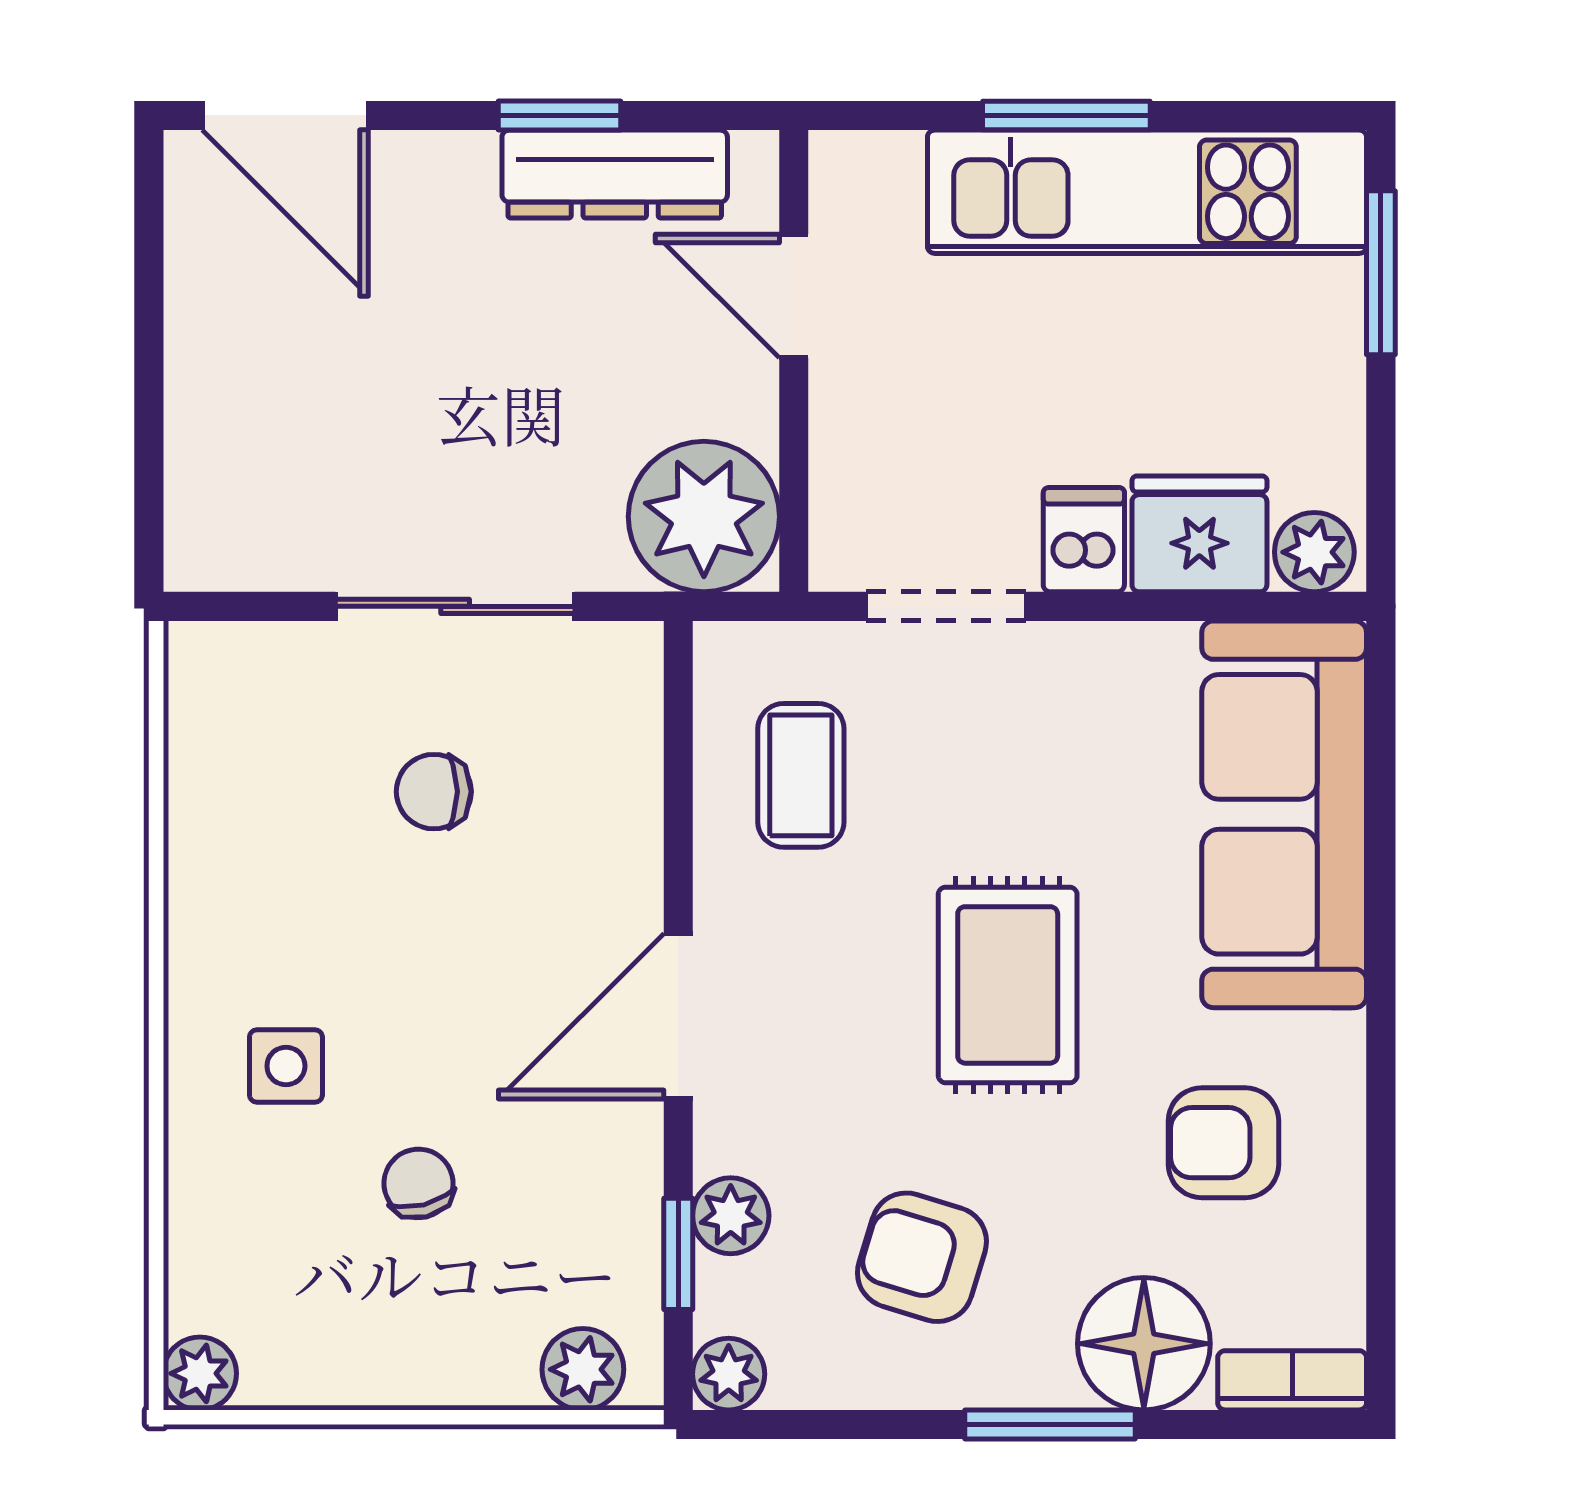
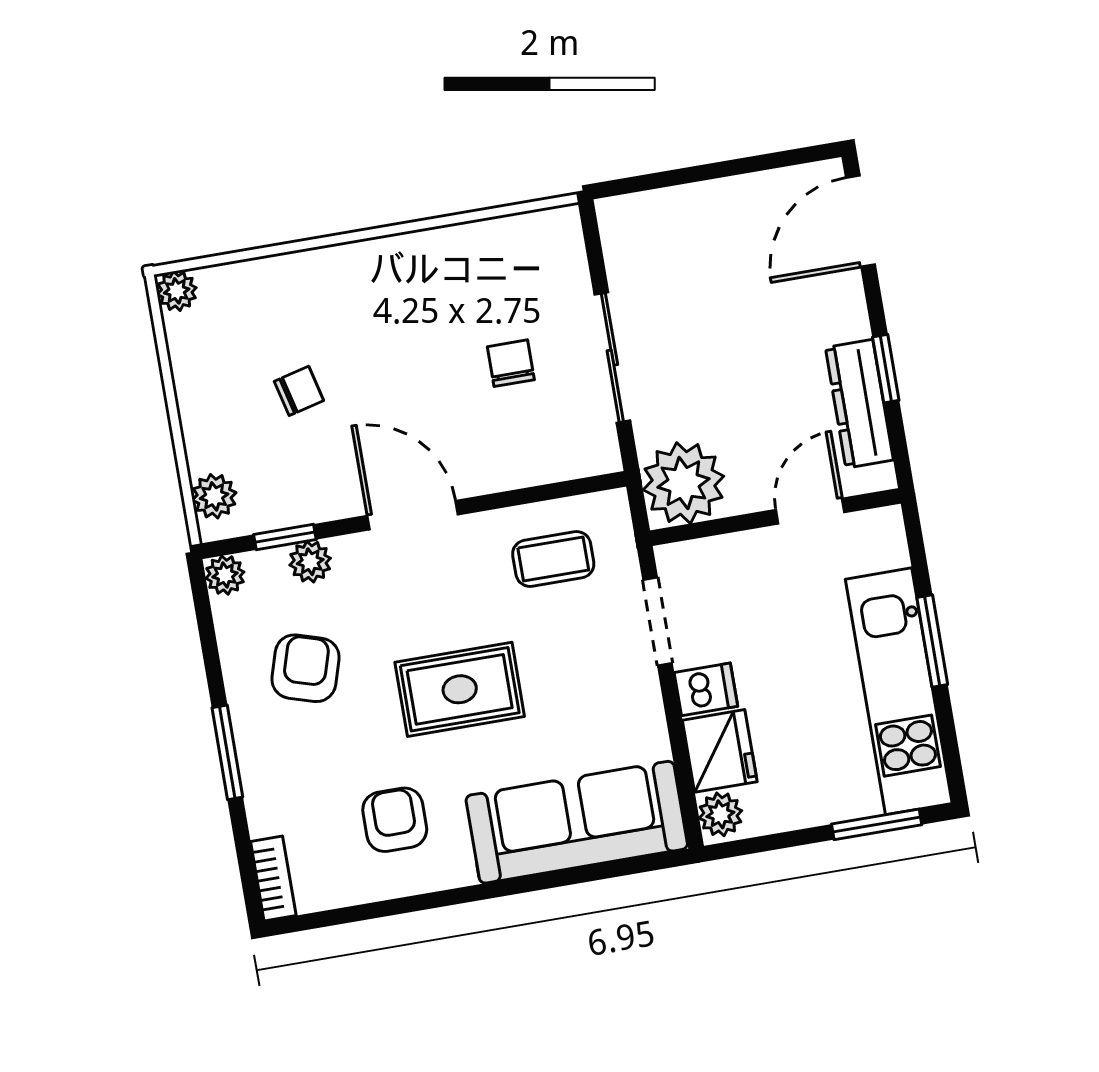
side table: (286, 1066) -> (350, 309), removed
floor lamp: (1144, 1344) -> (279, 795), removed

